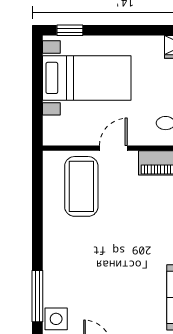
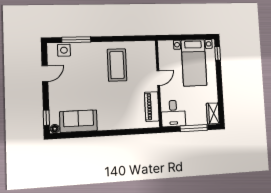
door: (113, 148) -> (158, 78), hinge flipped
coffee table: (81, 186) -> (117, 65), moved, turned 90

